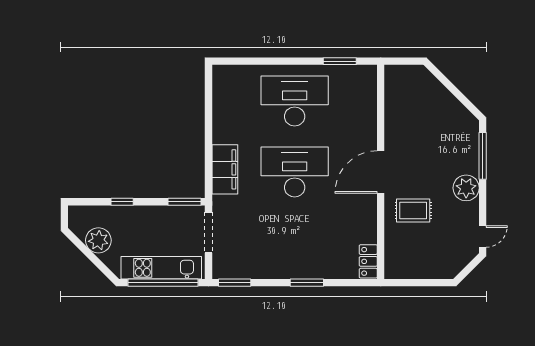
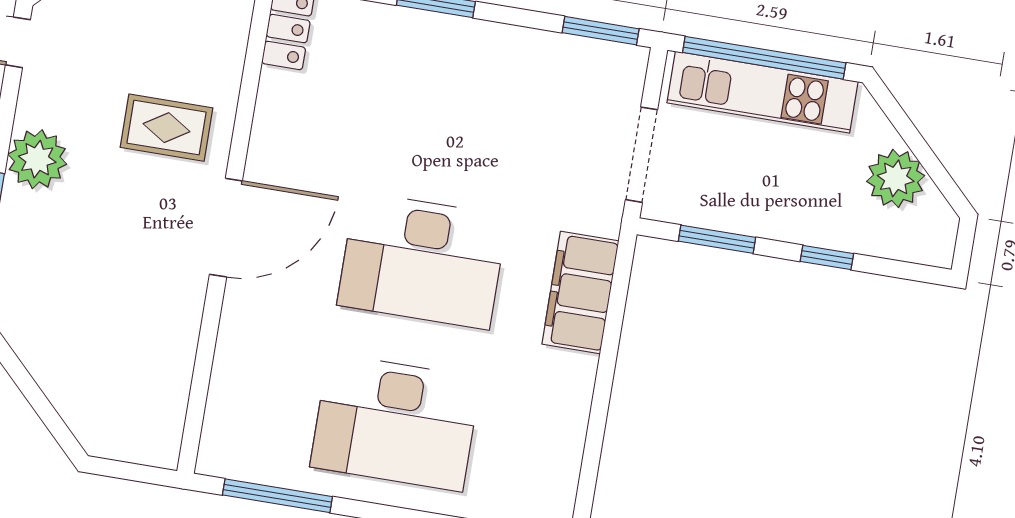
window: (340, 61) -> (277, 496), width x1.44
window: (185, 202) -> (717, 239), moved

